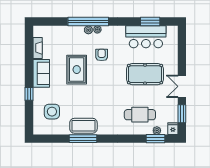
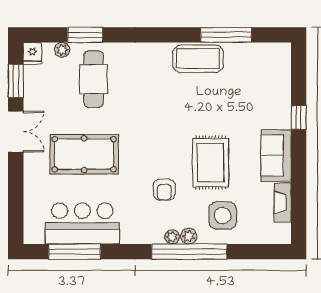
window: (150, 21) -> (75, 252), width x1.44
side table: (52, 112) -> (223, 216), moved
cafe table: (140, 115) -> (94, 79), turned 90
window: (83, 139) -> (226, 35), moved
window: (155, 139) -> (85, 35), moved

